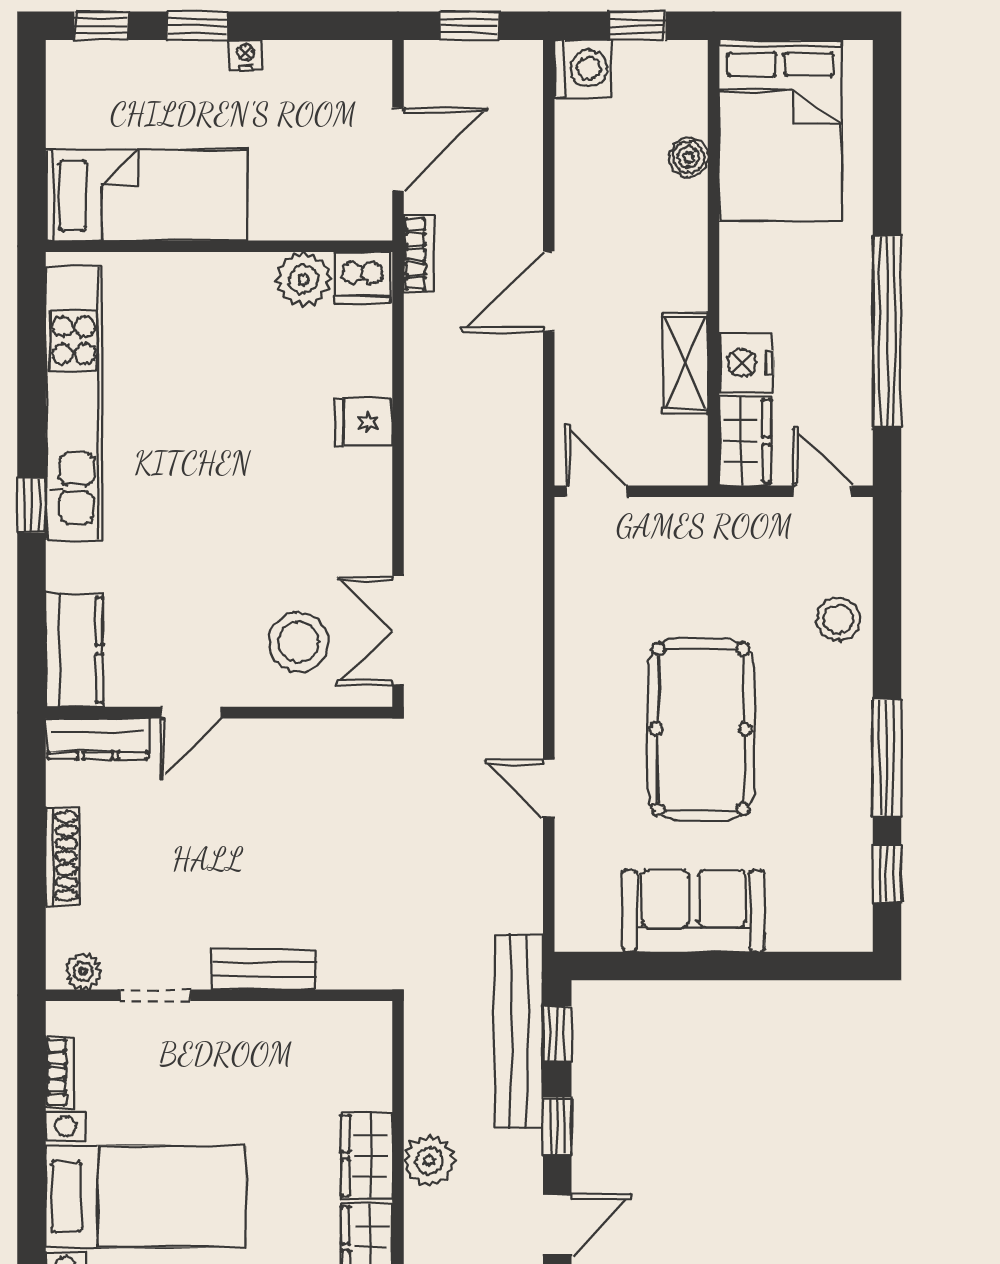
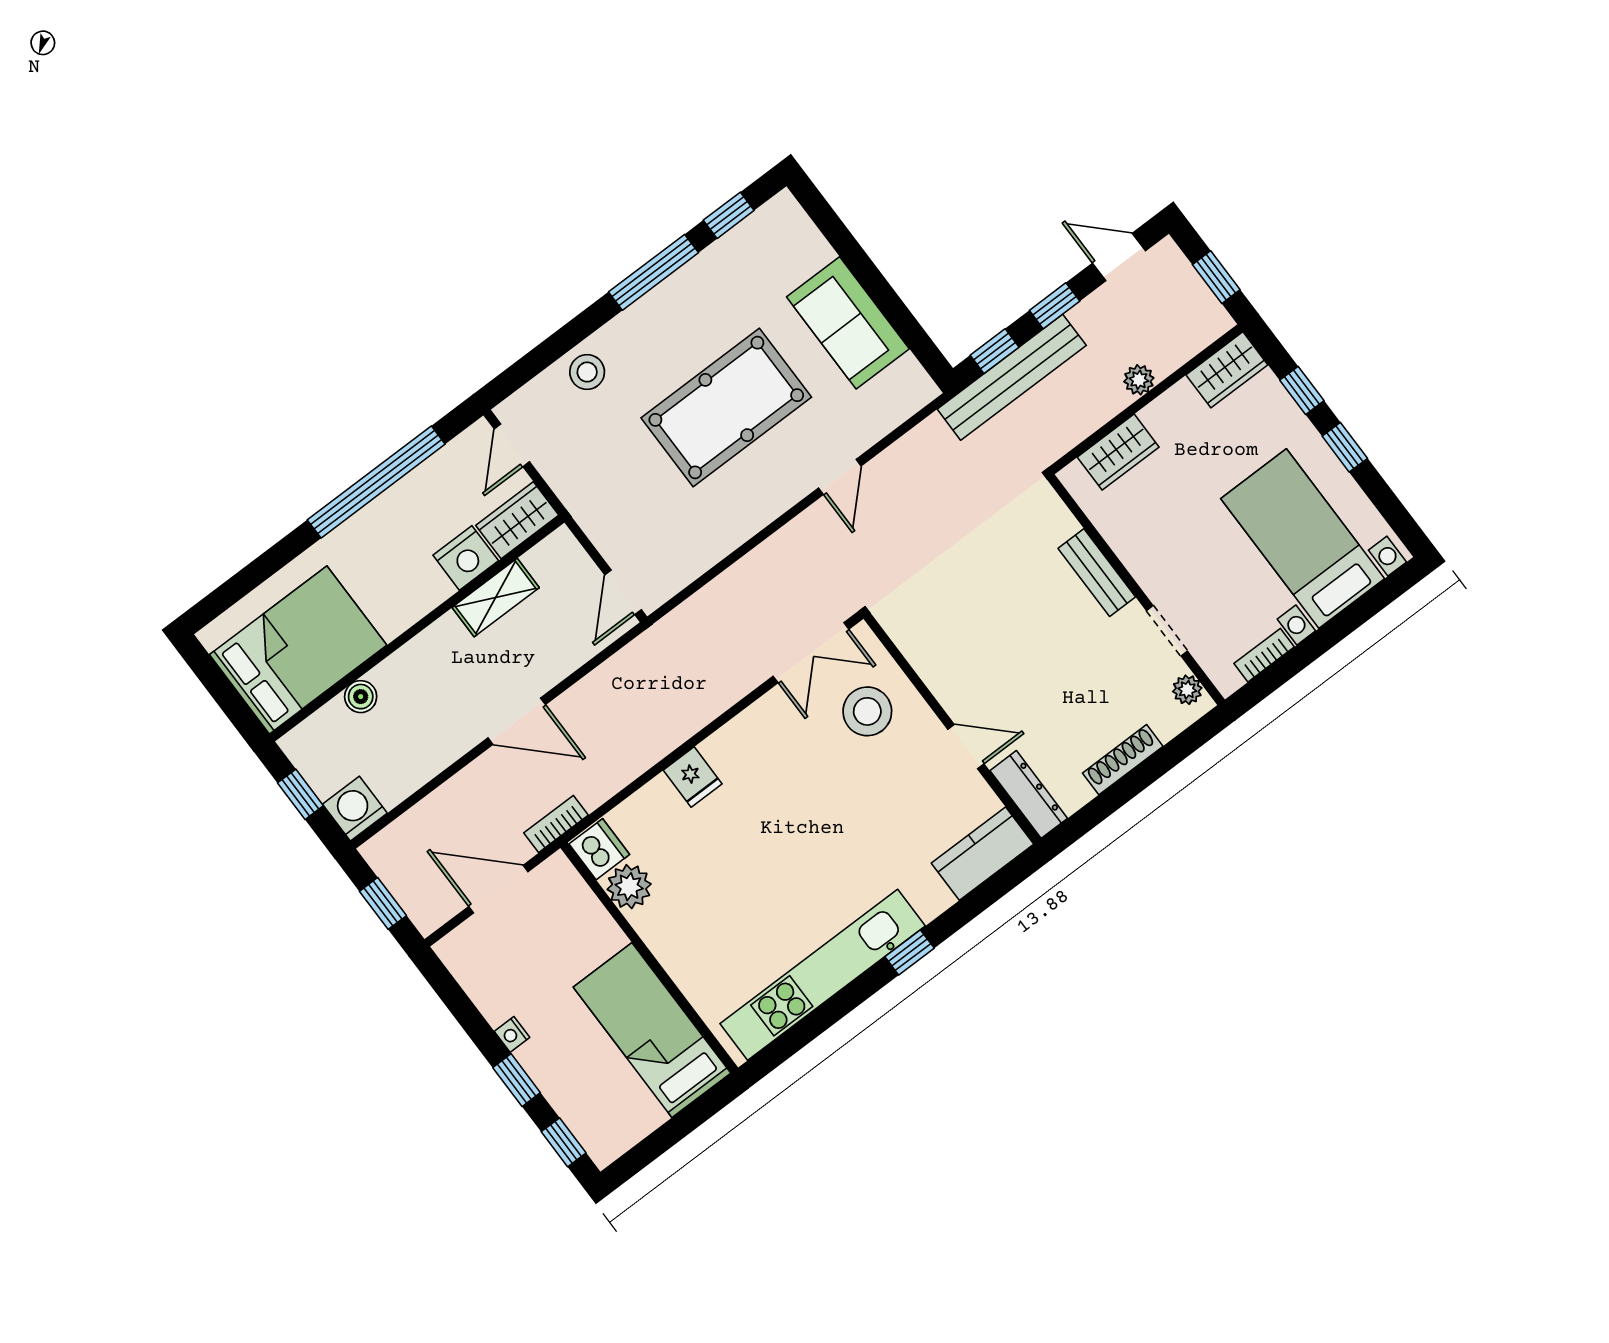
wardrobe: (367, 1156) -> (1118, 452), moved
plant: (429, 1161) -> (1139, 380), width x0.73, depth x0.73

